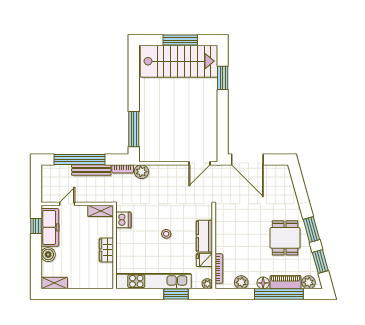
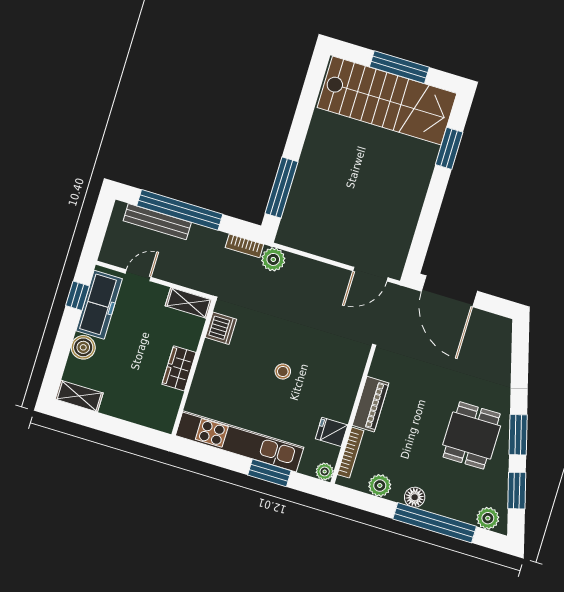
bench: (91, 170) -> (157, 222), moved
kitchen counter: (204, 236) -> (343, 394), removed
piano: (285, 282) -> (371, 404), moved, turned 90

